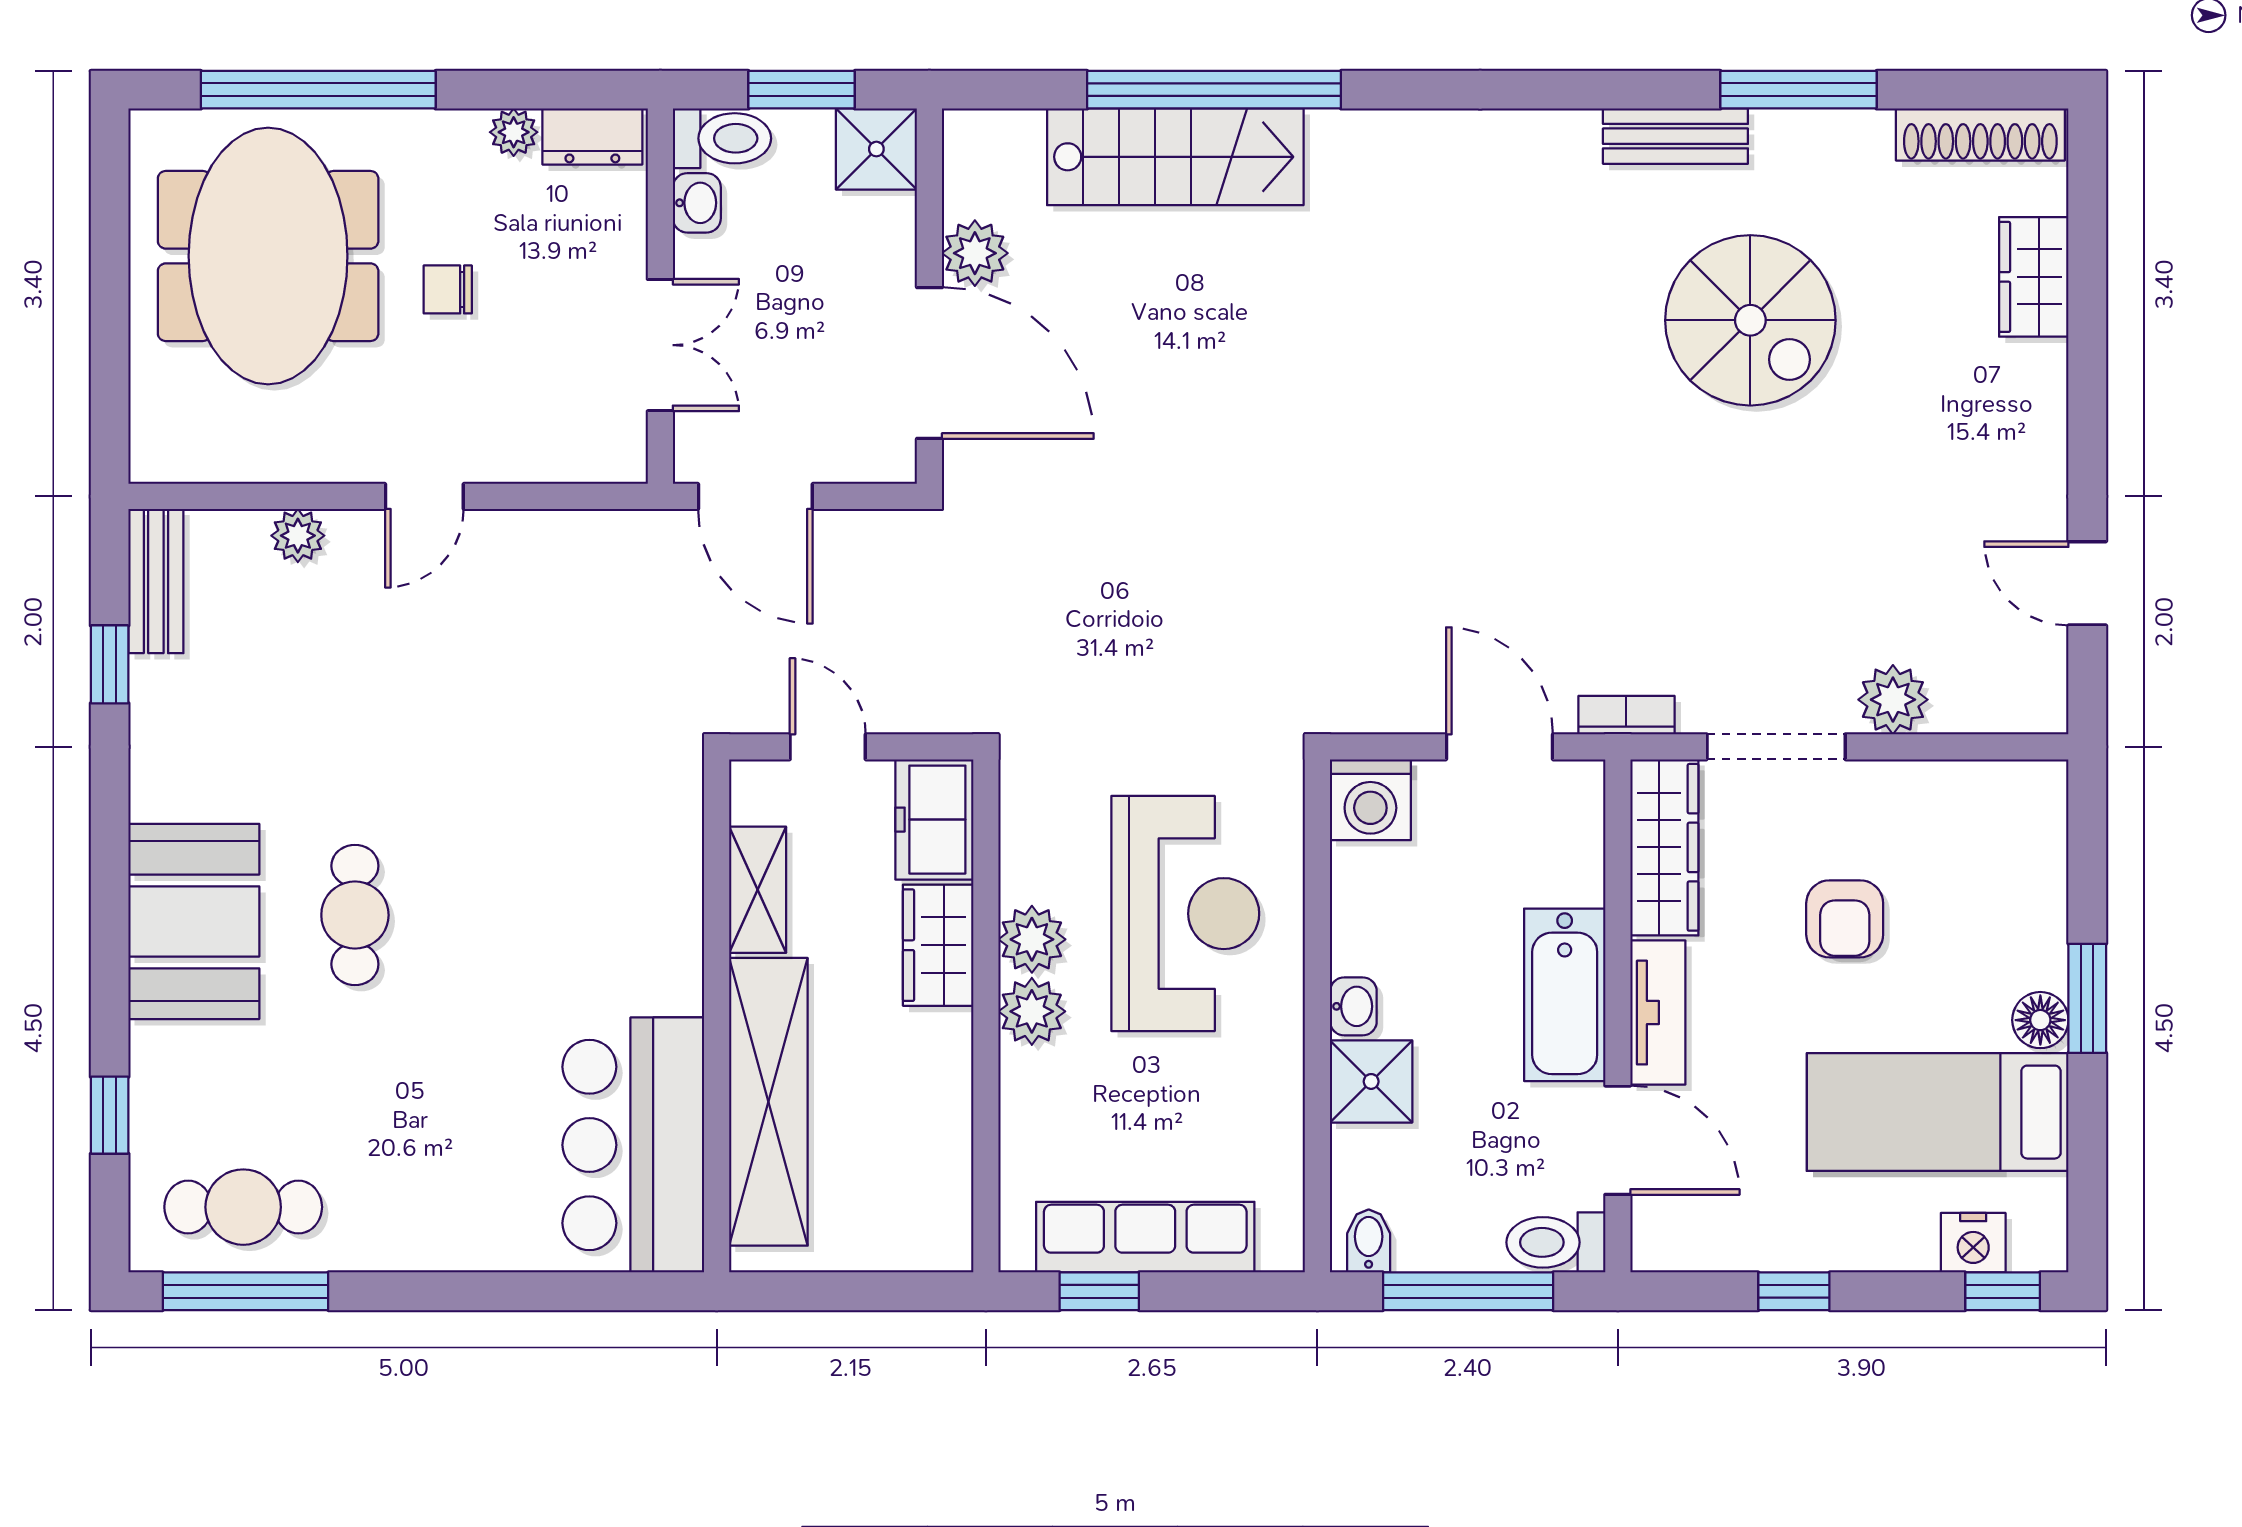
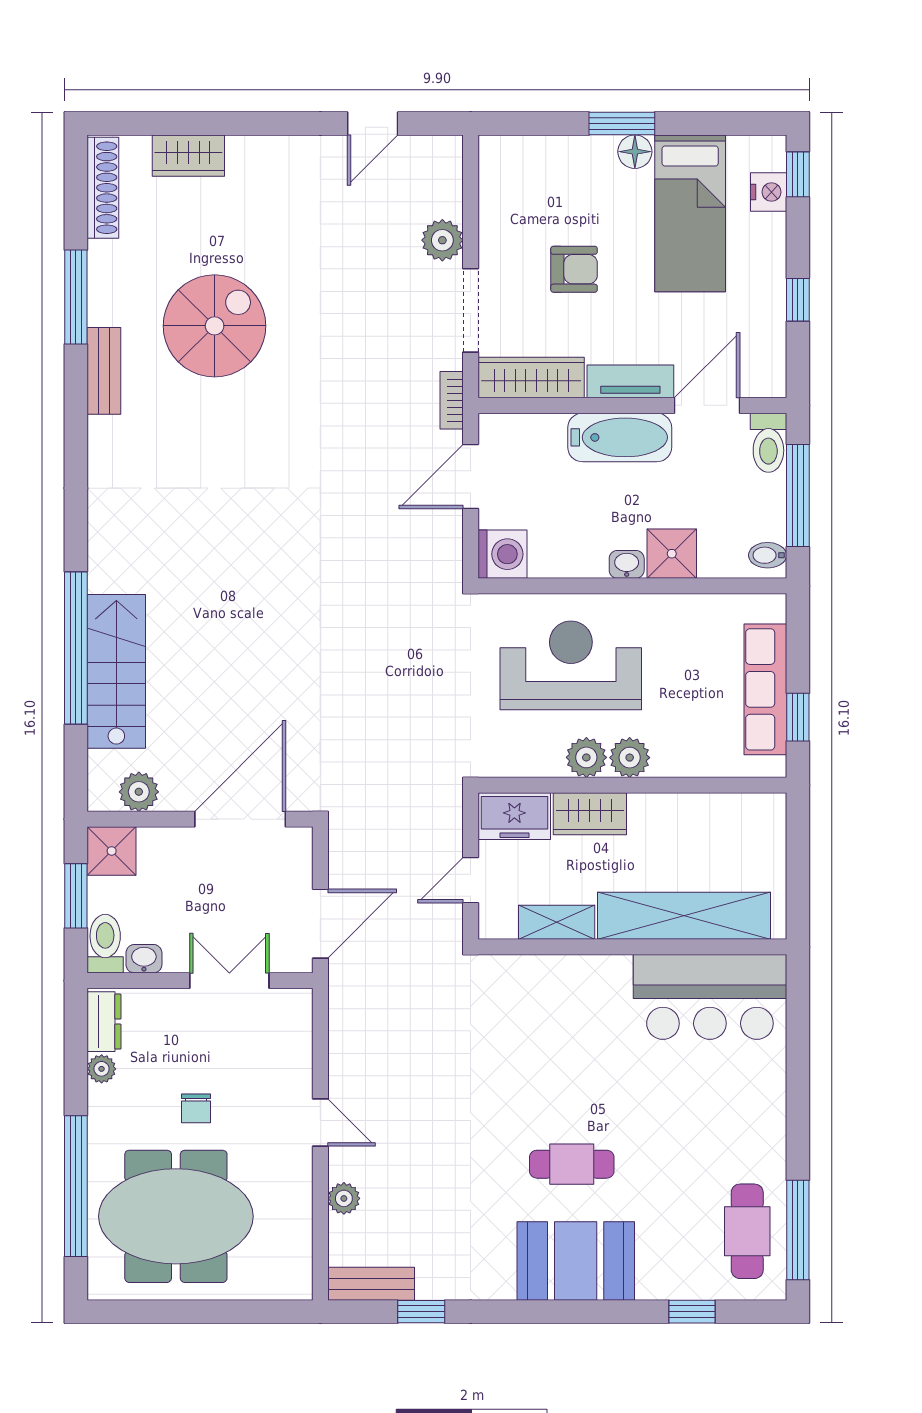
plant: (975, 253) -> (139, 792), moved

